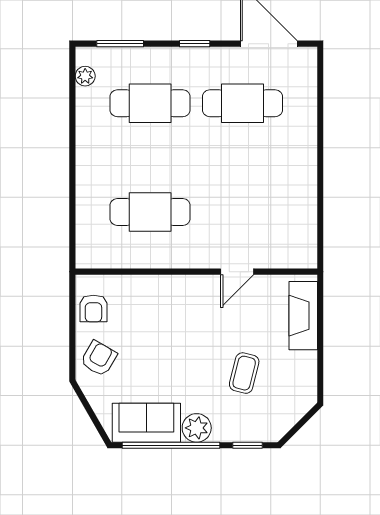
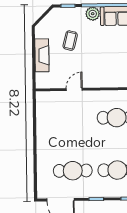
fireplace: (303, 316) -> (42, 55), moved

